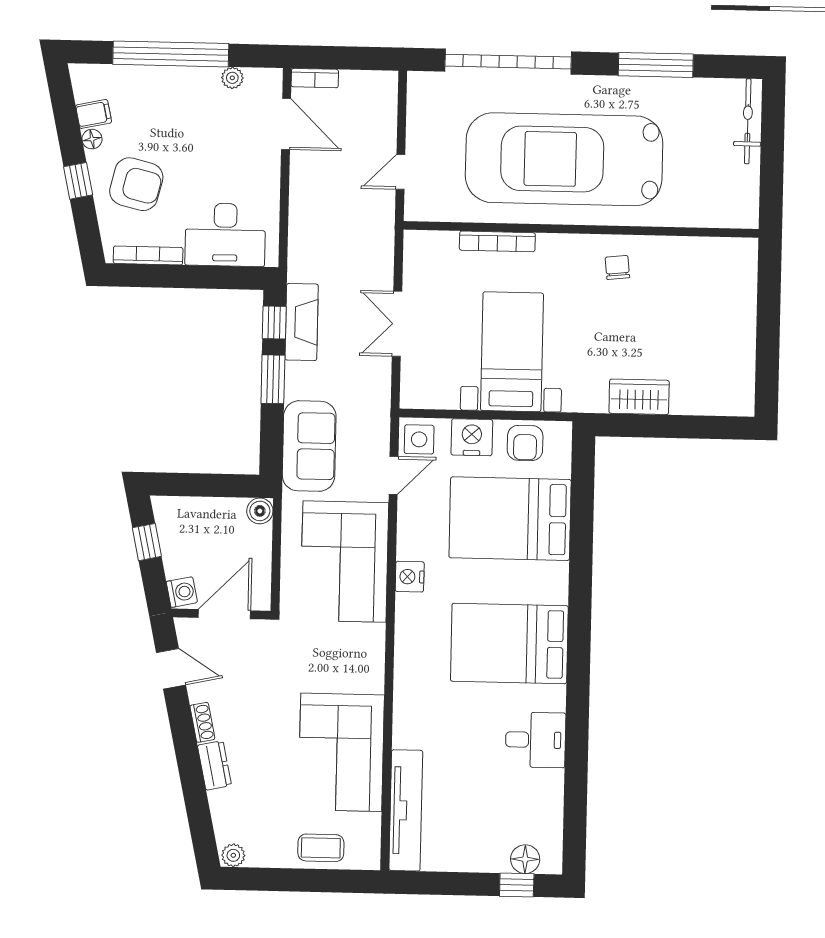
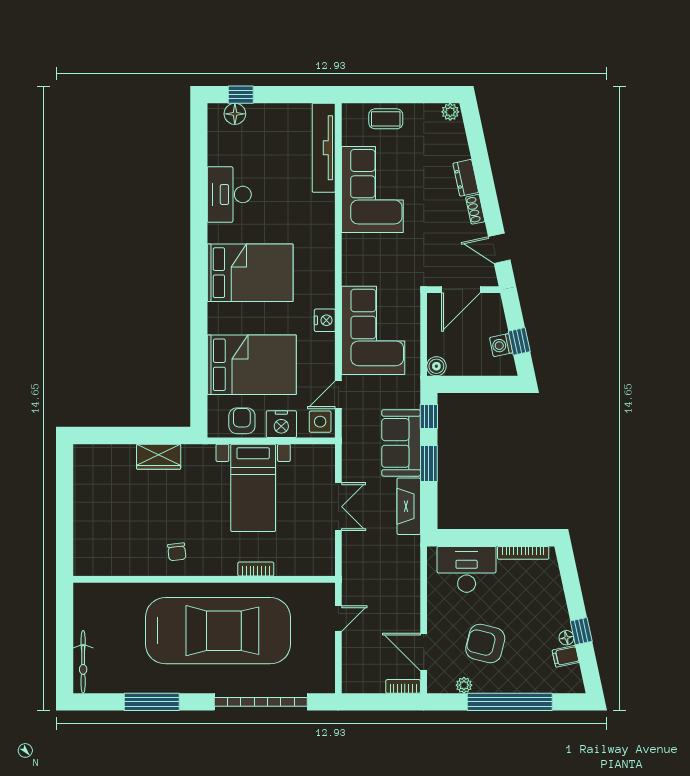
window: (78, 181) -> (581, 631), moved
armchair: (136, 184) -> (485, 644), moved
bookcase: (497, 241) -> (256, 569), width x0.64
window: (274, 323) -> (429, 416), moved
sofa: (309, 446) -> (401, 443), moved
washing machine: (182, 592) -> (501, 345), moved
desk: (536, 740) -> (229, 194), width x1.37

